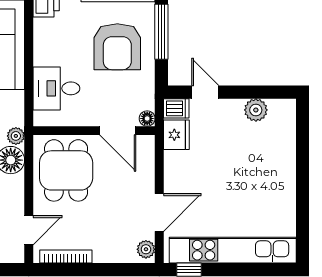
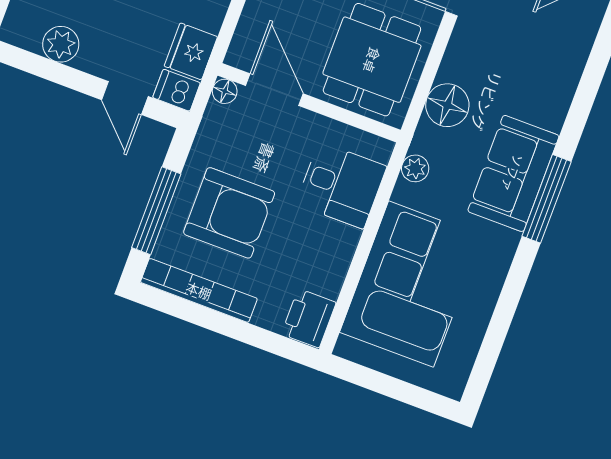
armchair: (117, 47) -> (229, 213), turned 90
plant: (16, 136) -> (415, 168), moved

